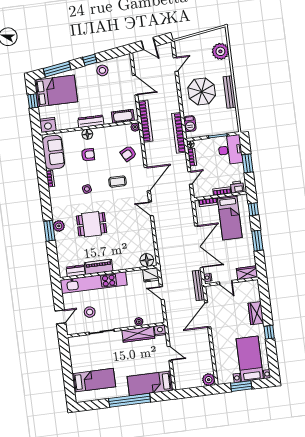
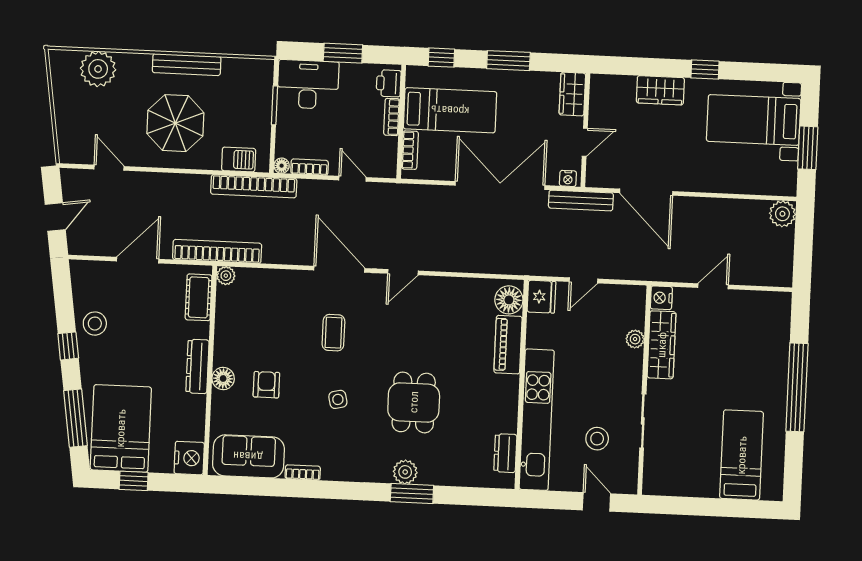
armchair: (128, 154) -> (279, 299), removed
piano: (99, 267) -> (508, 345), moved
bed: (150, 383) -> (769, 338), removed

